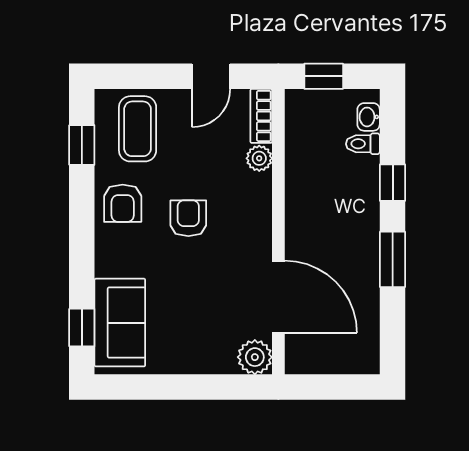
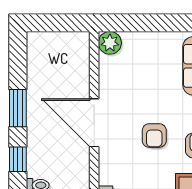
plant: (259, 158) -> (107, 176), removed
door: (278, 297) -> (94, 123), moved

